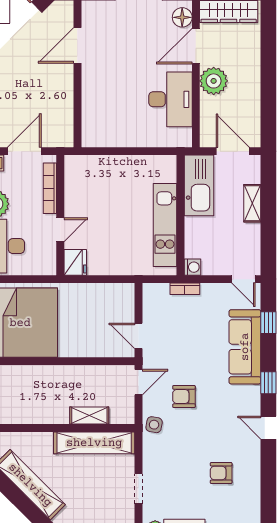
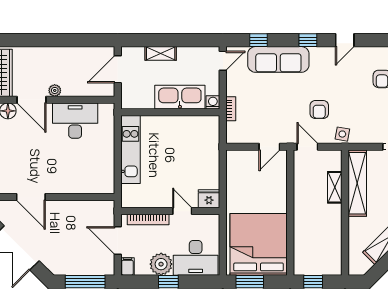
plant: (214, 81) -> (55, 90), width x0.53, depth x0.53
kitchen sink: (199, 185) -> (180, 97), moved
kitchen unit: (165, 225) -> (130, 150), moved, turned -90

